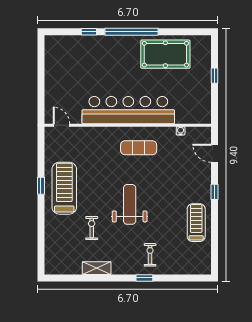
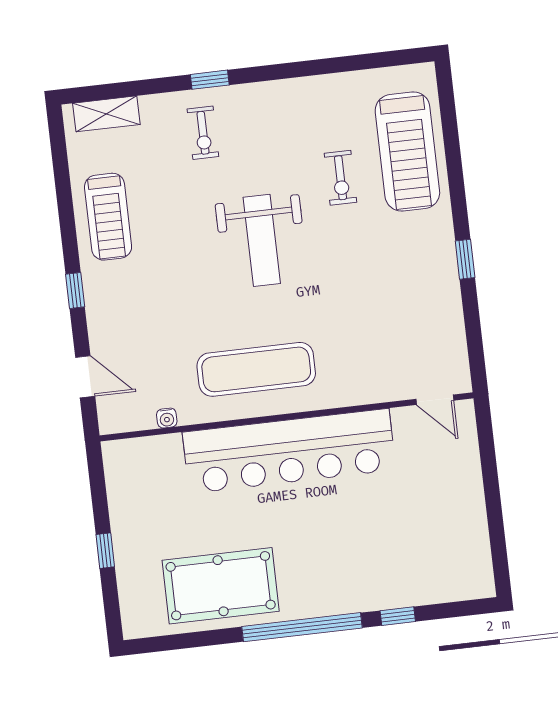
exercise mat: (139, 148) -> (256, 369), width x1.36, depth x1.45
treadmill: (64, 188) -> (407, 152), moved
shelving: (97, 268) -> (106, 114), moved

